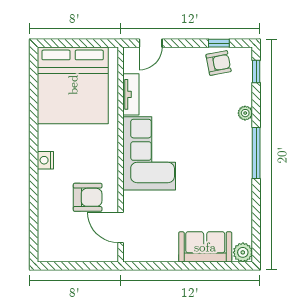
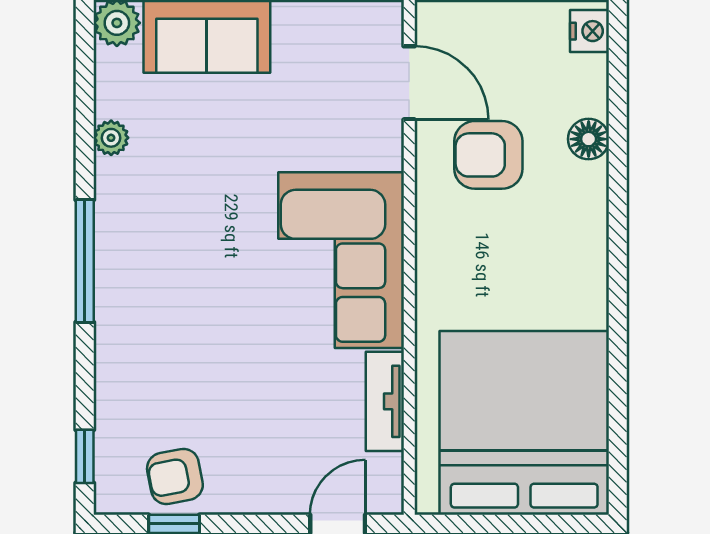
plant: (245, 113) -> (111, 138), moved
nightstand: (45, 160) -> (590, 31), moved
floor lamp: (46, 204) -> (589, 139), added

